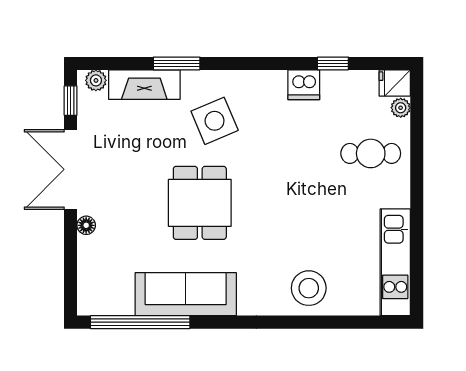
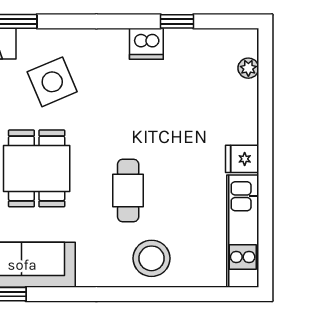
fridge: (395, 83) -> (242, 159), moved
cafe table: (371, 153) -> (128, 190), moved, turned 90

